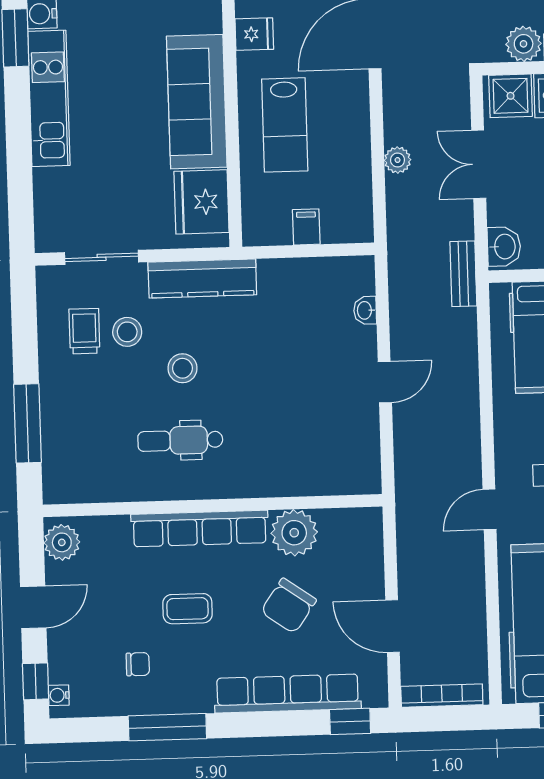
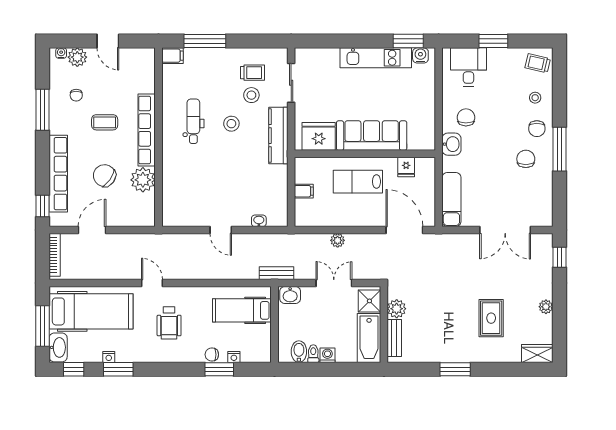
filing cabinet: (57, 484) -> (172, 56), added
plant: (62, 542) -> (77, 57), moved
coffee table: (188, 609) -> (105, 122), turned 90
window: (36, 681) -> (69, 41), removed

